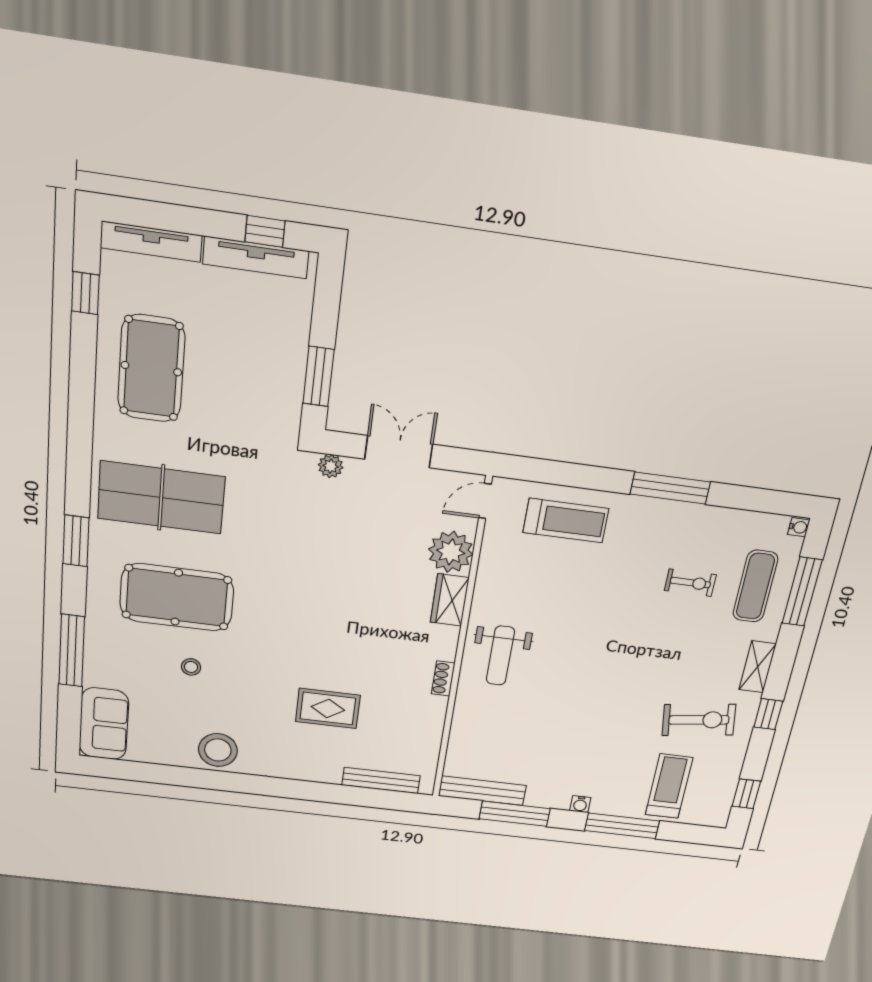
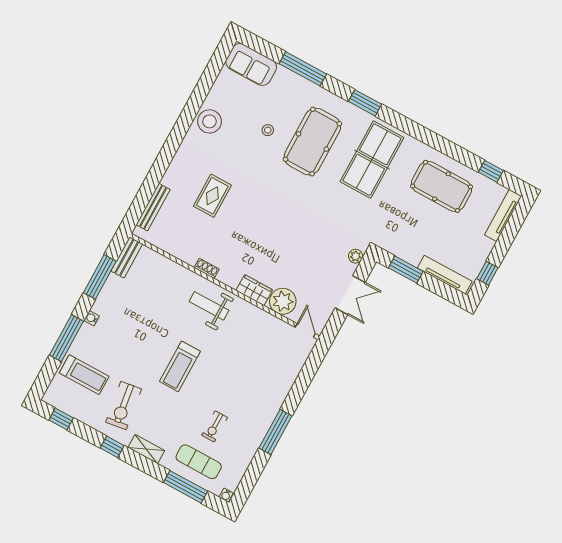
tv unit: (256, 257) -> (445, 275), moved, turned 90
treadmill: (566, 521) -> (180, 366), moved
bench: (482, 791) -> (127, 257), width x0.73

